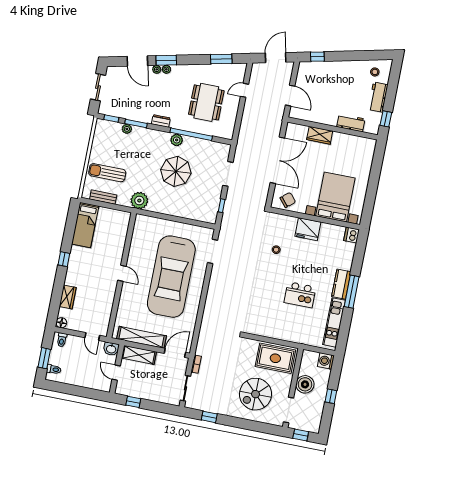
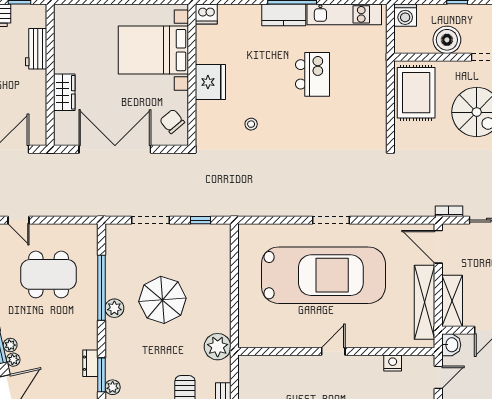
dresser: (161, 121) -> (90, 363), moved
doorway: (213, 251) -> (331, 220), moved
nightstand: (107, 309) -> (393, 363), added

